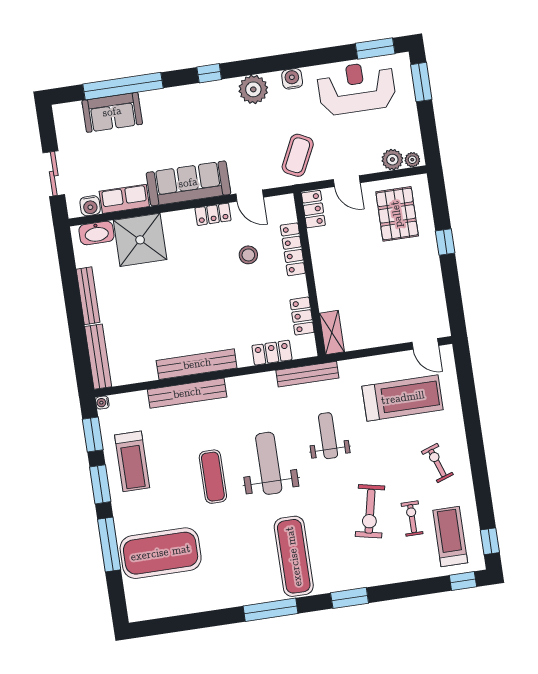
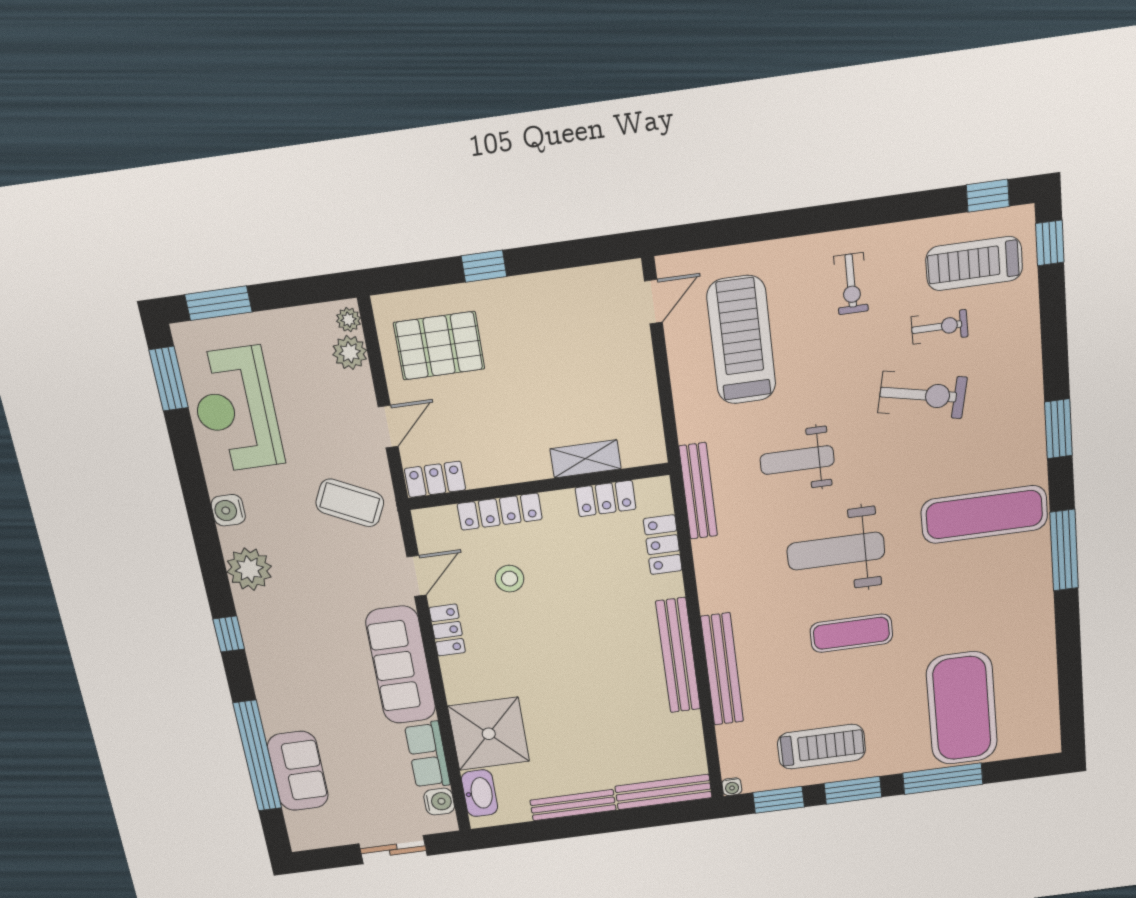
shelving: (332, 333) -> (586, 459), moved
exercise bike: (437, 463) -> (851, 284), turned -71
exercise bike: (412, 519) -> (940, 327), turned 180

